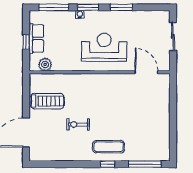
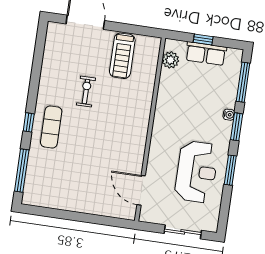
reception desk: (104, 47) -> (196, 172), moved
door: (146, 72) -> (141, 190), swing flipped

